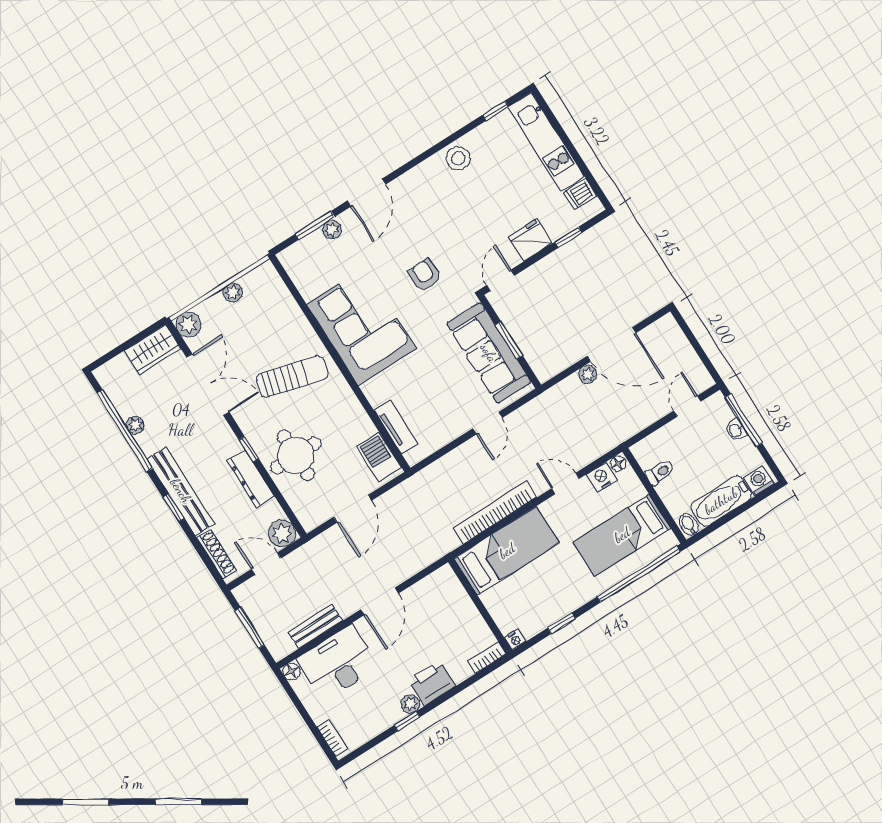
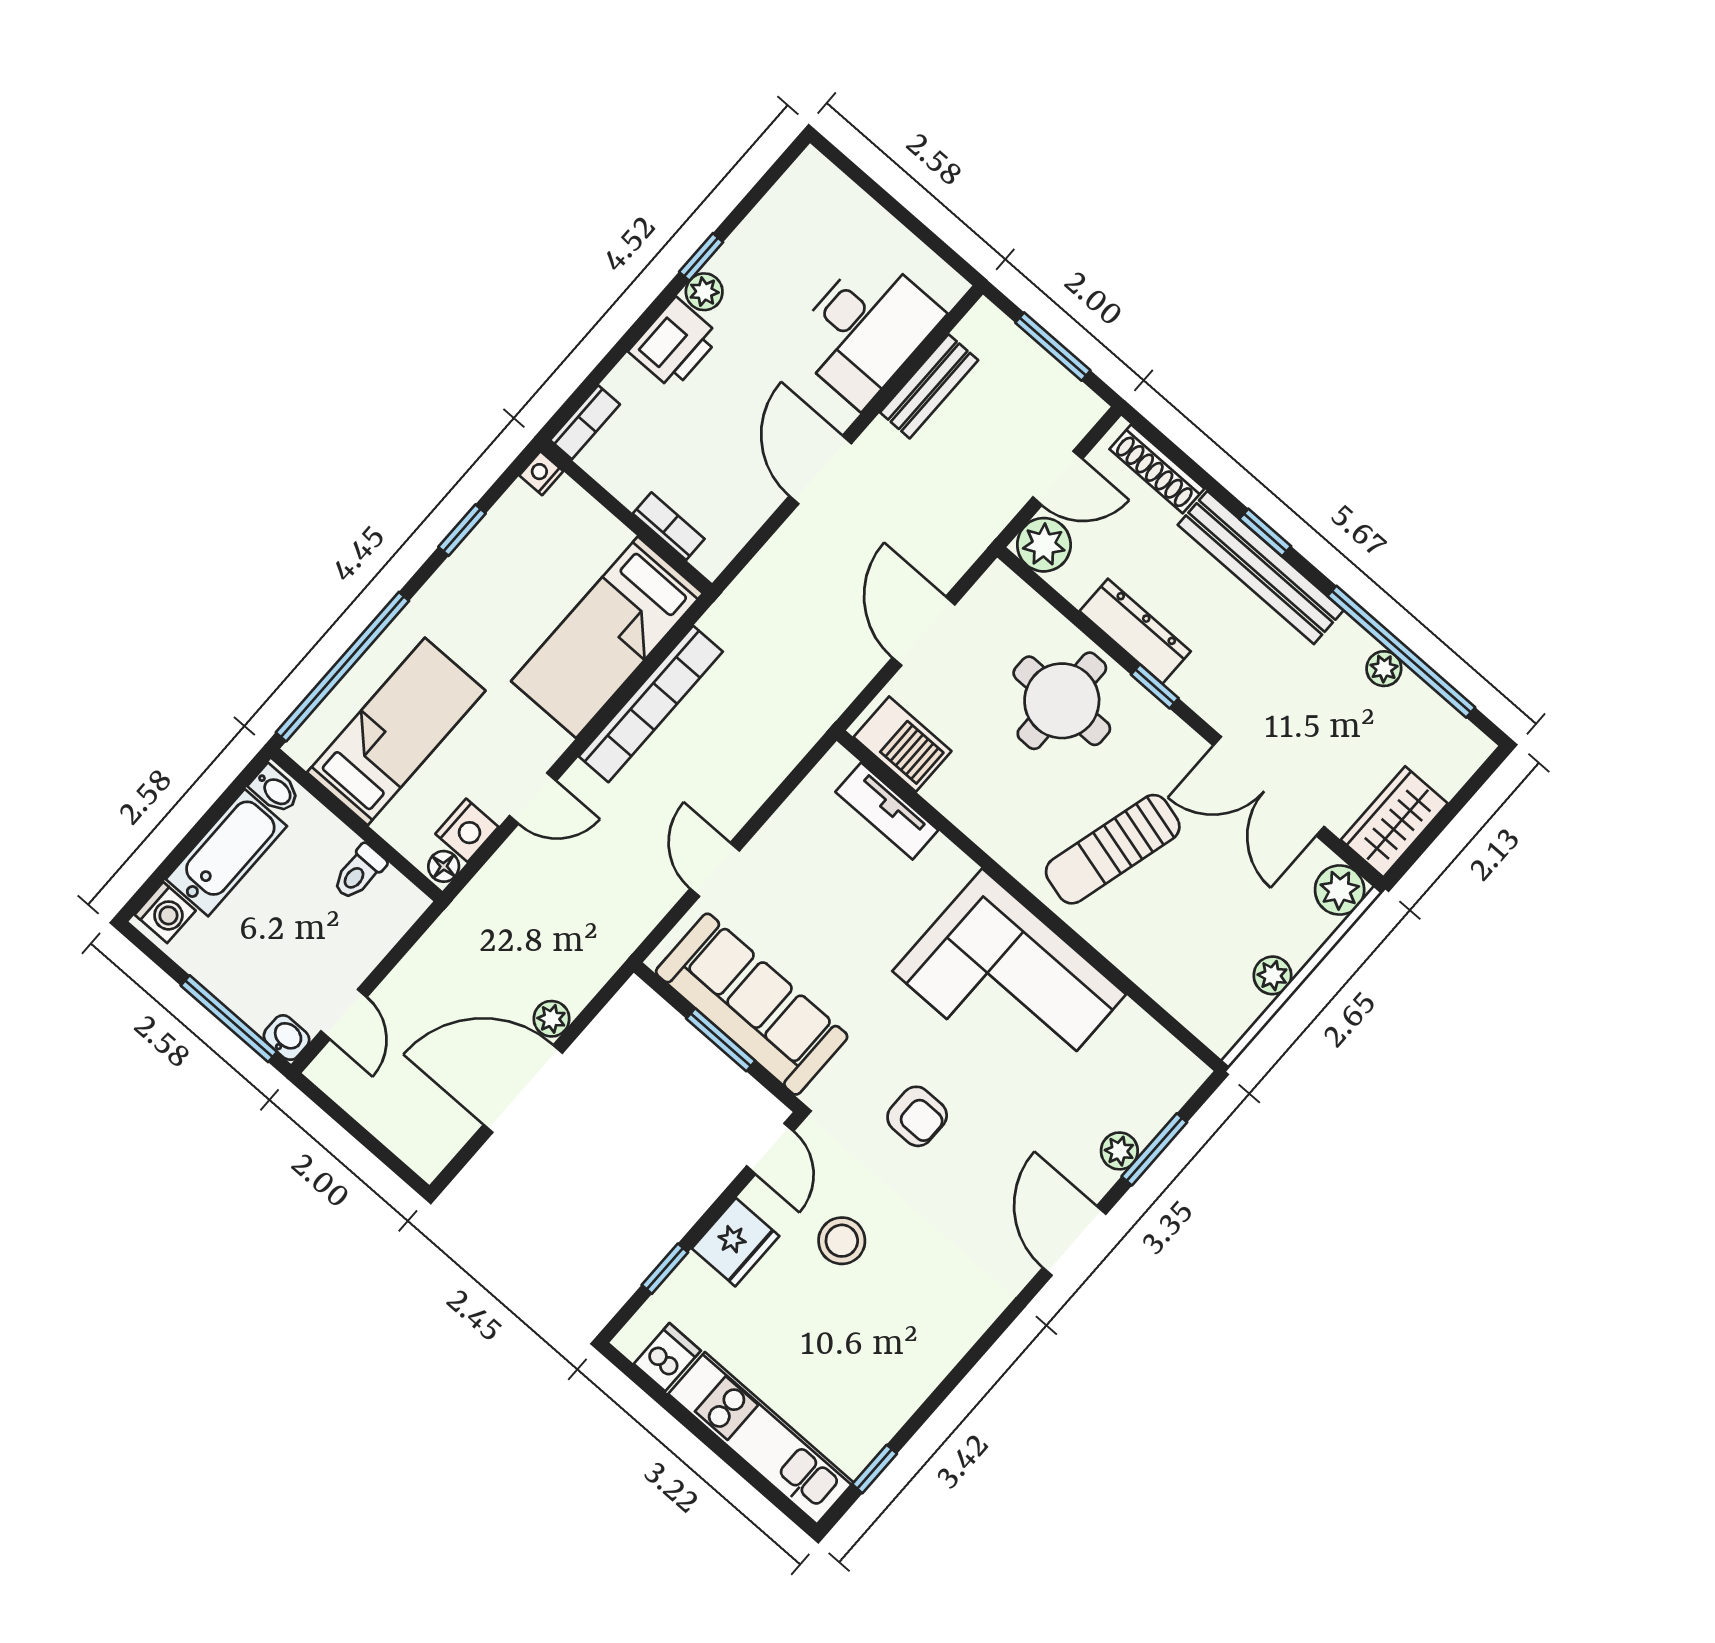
stool: (458, 158) -> (842, 1241), moved
washbasin: (736, 430) -> (287, 1038), moved
floor lamp: (292, 671) -> (949, 287), removed
bookcase: (332, 738) -> (669, 526), moved, turned 180

